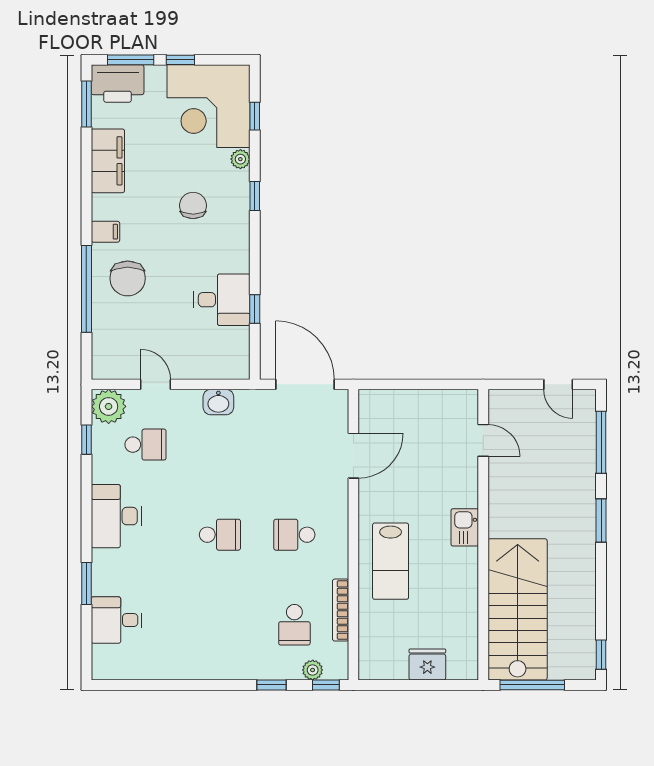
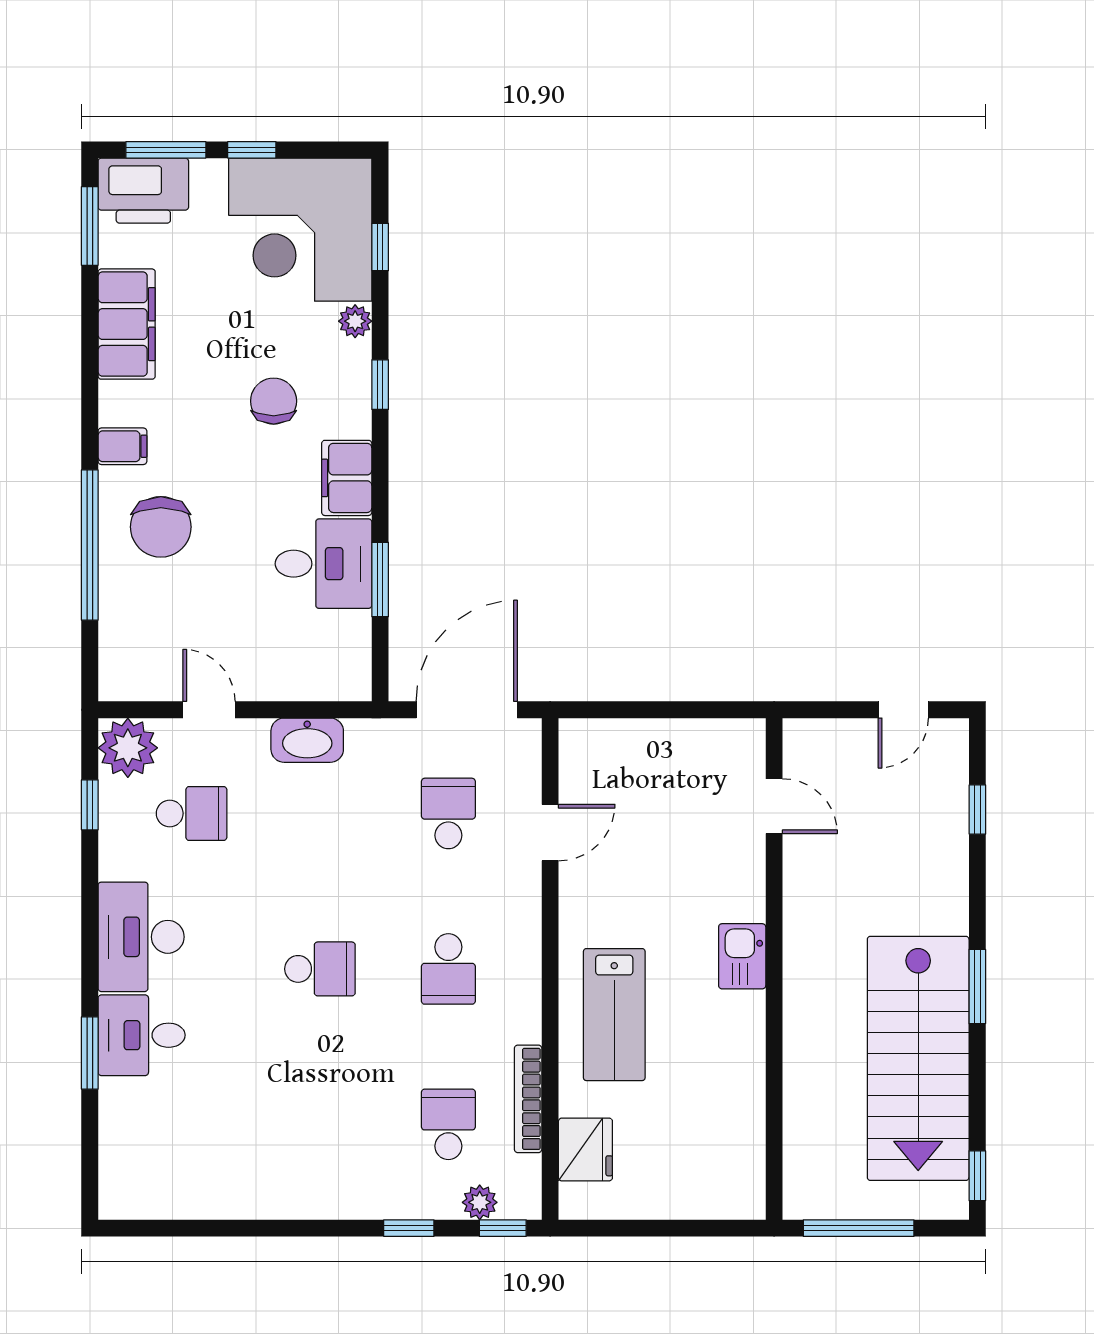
filing cabinet: (235, 250) -> (347, 478), added
window: (255, 309) -> (380, 579), width x1.50
door: (305, 384) -> (467, 710), hinge flipped
door: (558, 384) -> (903, 710), hinge flipped
washbasin: (218, 402) -> (307, 740), width x1.38
window: (601, 442) -> (977, 809), width x0.46
school desk: (294, 445) -> (448, 813), added
door: (353, 456) -> (550, 833), width x0.73
window: (601, 520) -> (977, 986), moved
school desk: (294, 535) -> (448, 969), turned -90
stairs: (518, 609) -> (918, 1058), moved, turned 180
desk: (117, 620) -> (142, 1035), moved
school desk: (294, 625) -> (448, 1124), turned 180
fridge: (427, 665) -> (585, 1149), moved, turned 90

